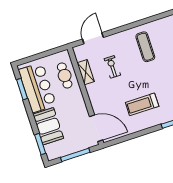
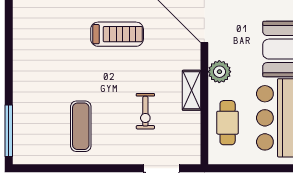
shelving: (86, 72) -> (192, 90), moved
plant: (78, 102) -> (219, 72), added

